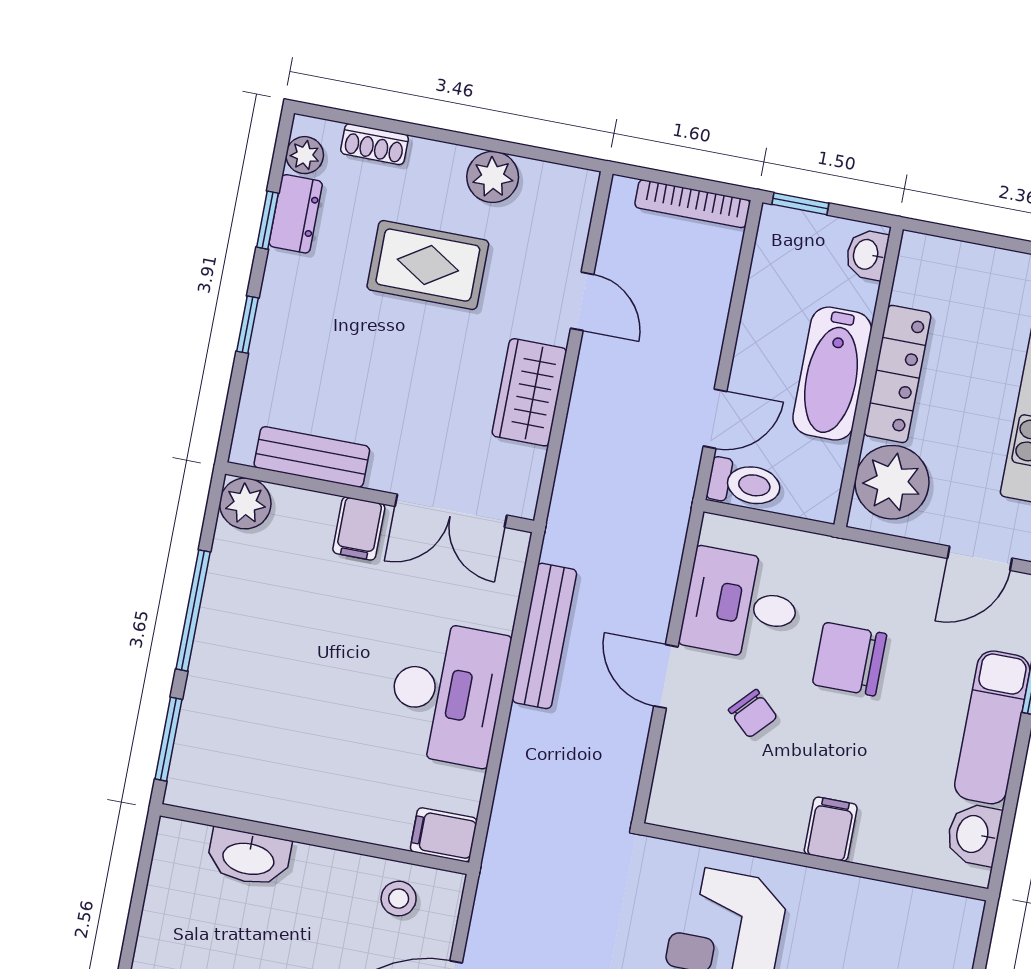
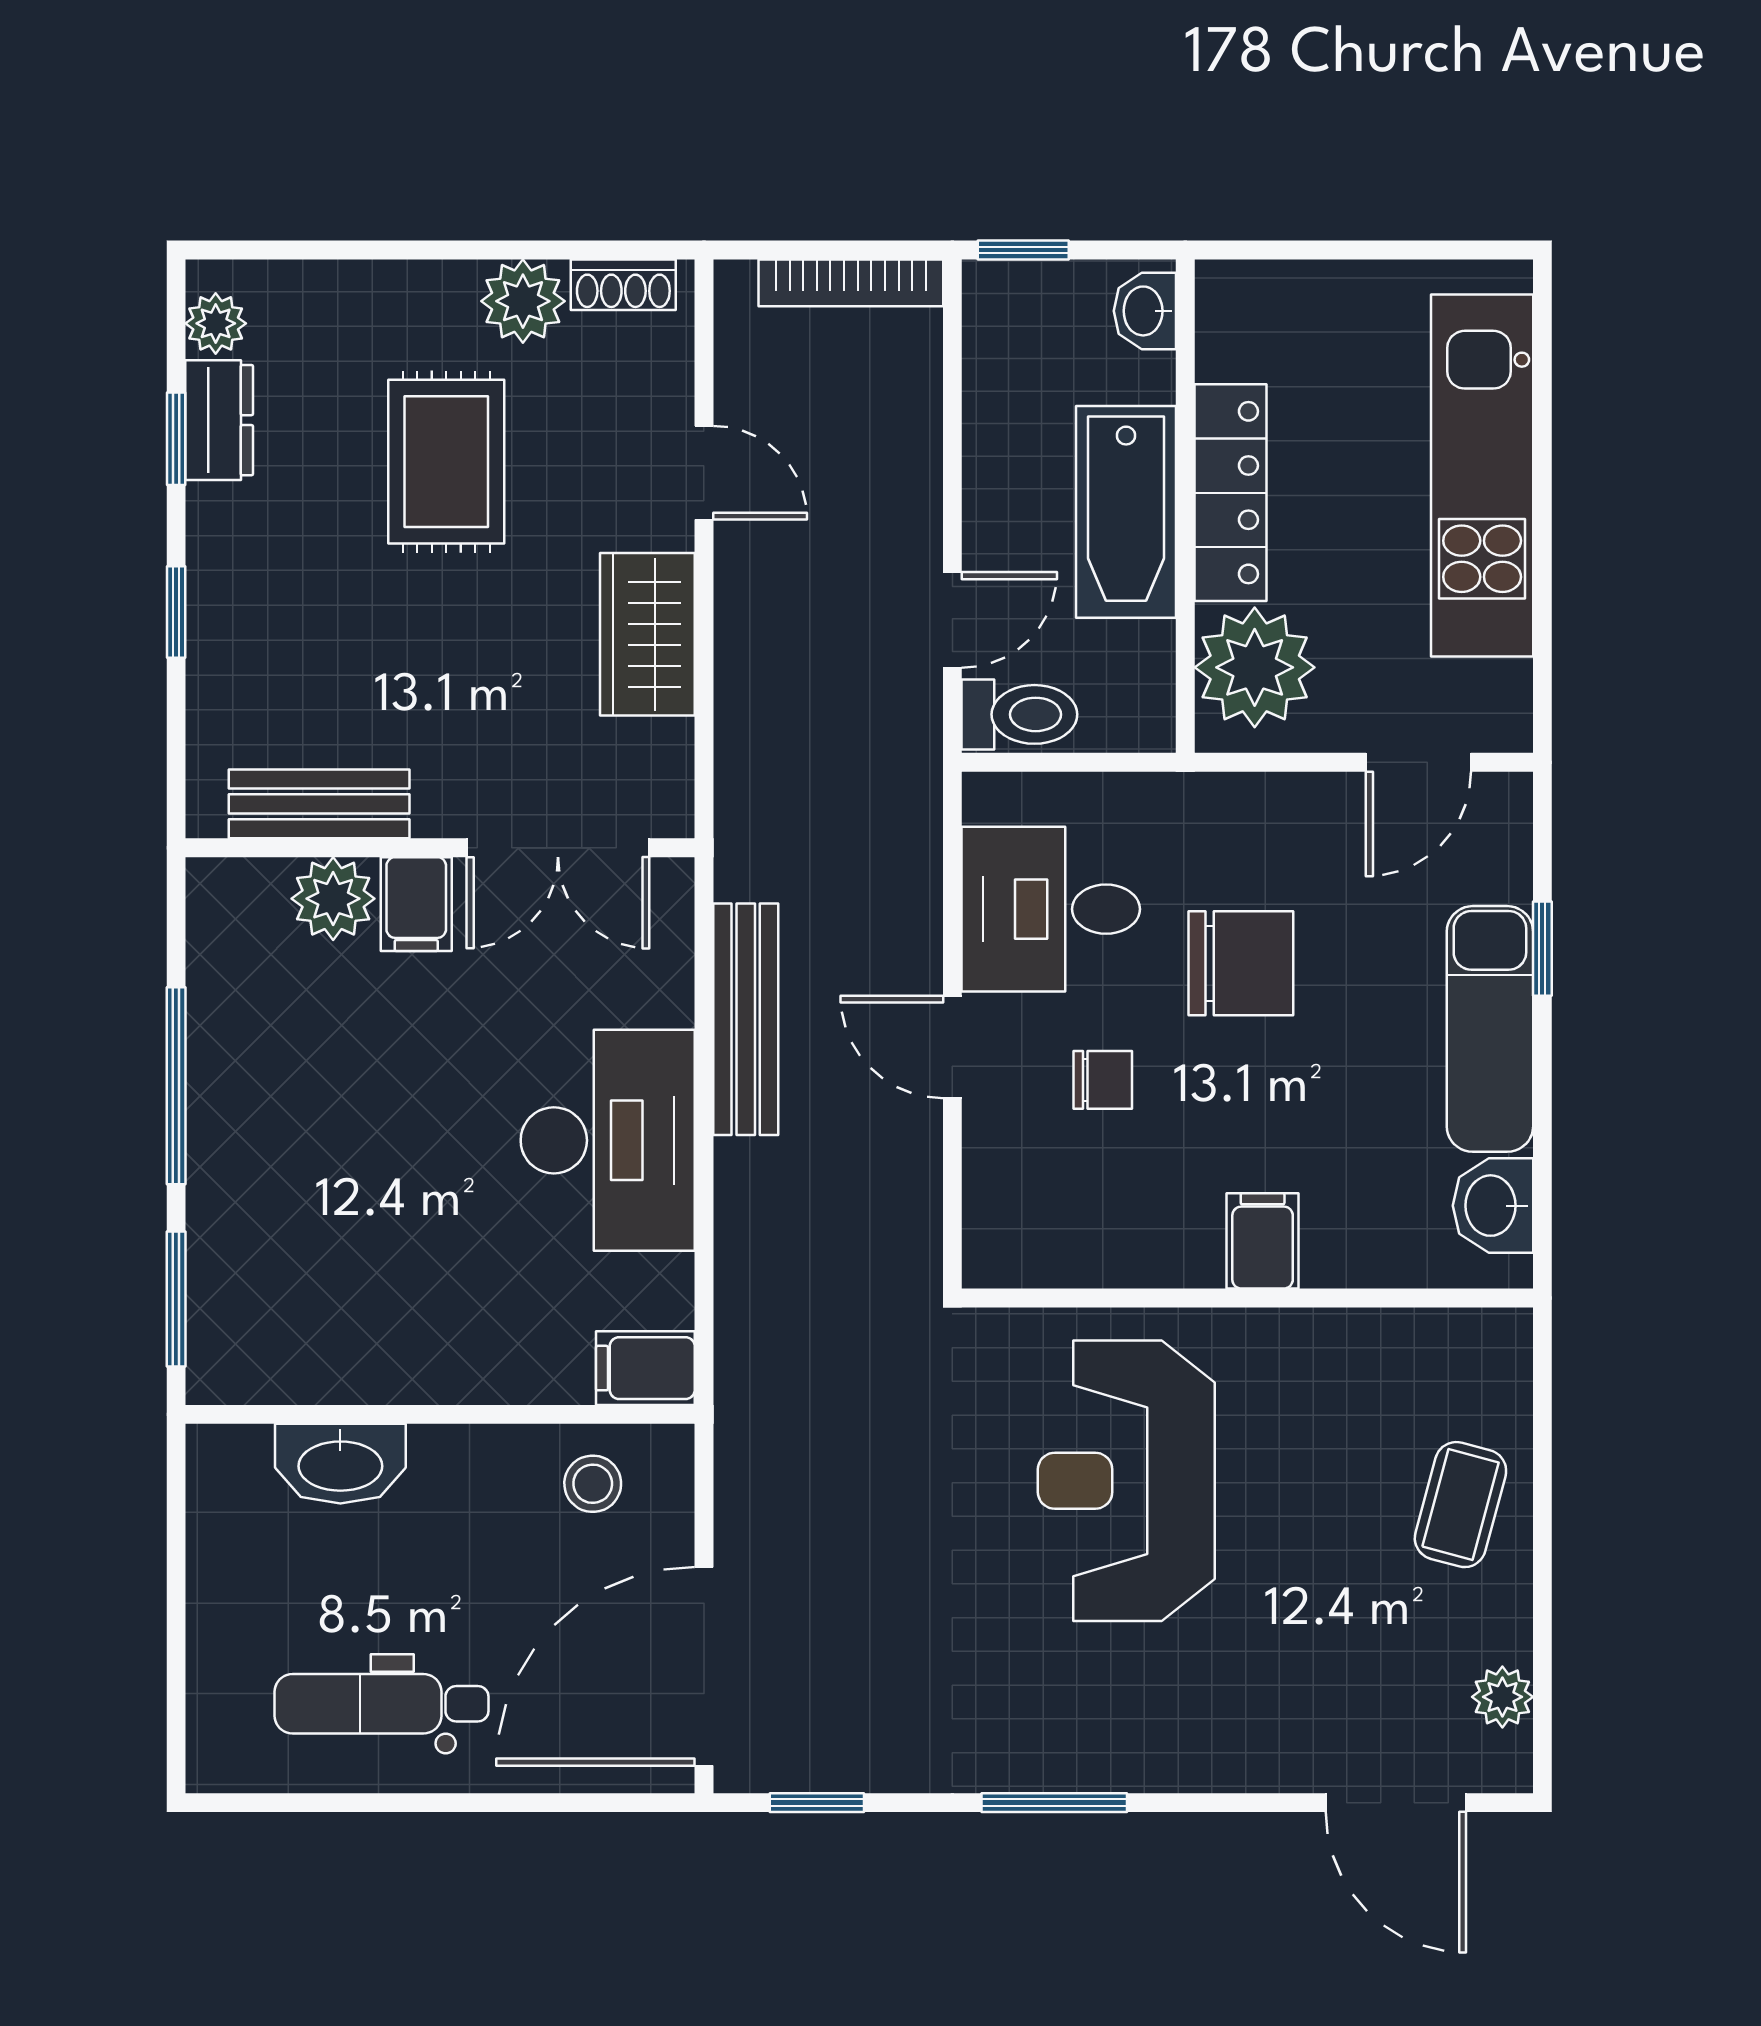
shoe rack: (375, 144) -> (623, 285), moved
rug: (428, 265) -> (446, 462), turned 90
plant: (245, 503) -> (333, 899), moved
chair: (850, 659) -> (1241, 963), turned 180
chair: (753, 714) -> (1103, 1080), turned -43

